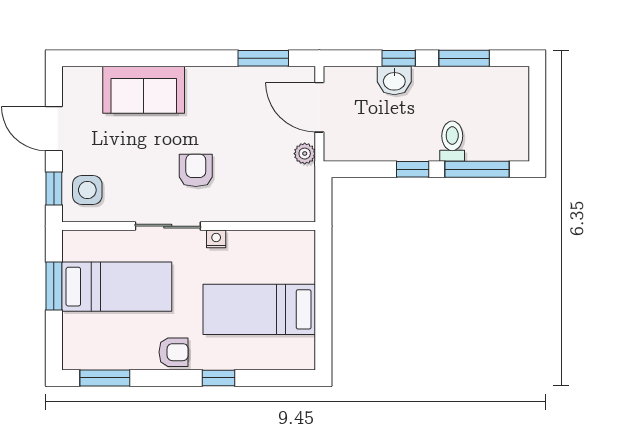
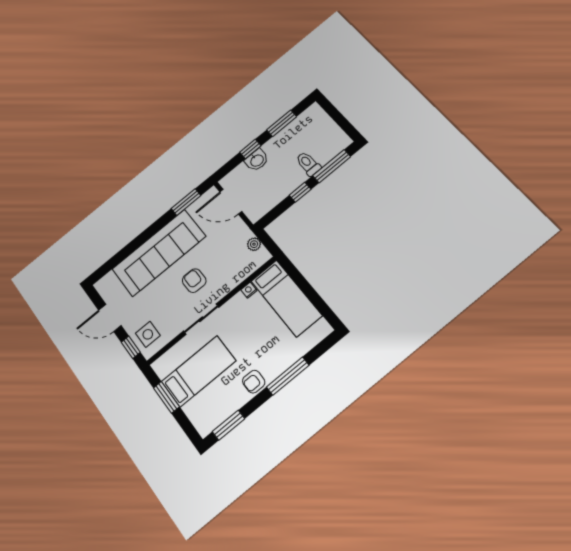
sofa: (144, 90) -> (159, 253), width x1.85, depth x1.27
plant: (305, 154) -> (254, 244), moved
nightstand: (216, 239) -> (249, 290), moved
bed: (259, 309) -> (286, 298), moved, turned -90
armchair: (174, 352) -> (254, 382), turned 180
window: (219, 378) -> (288, 376), width x2.17

